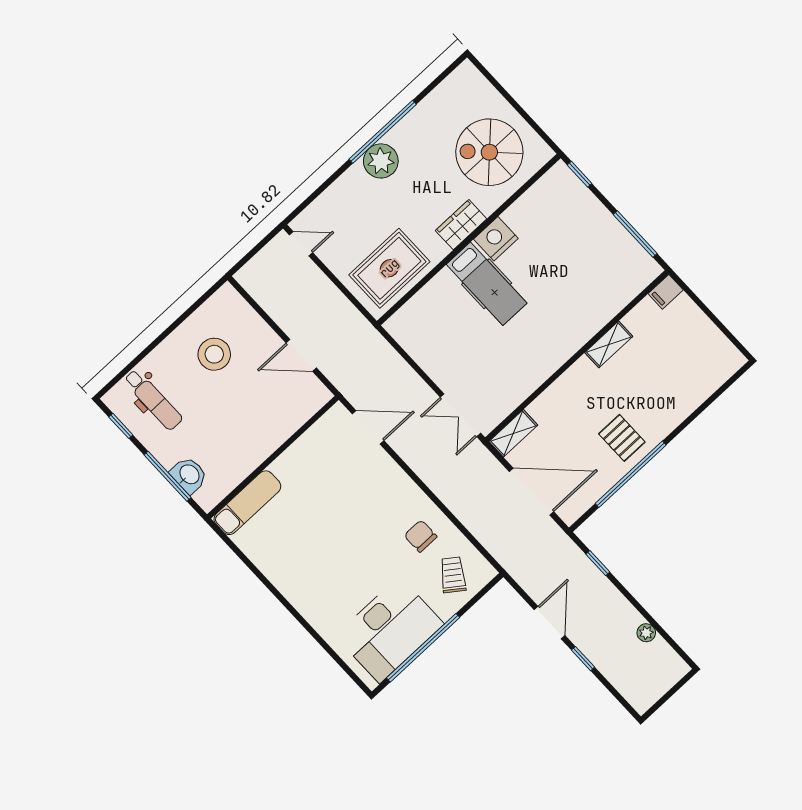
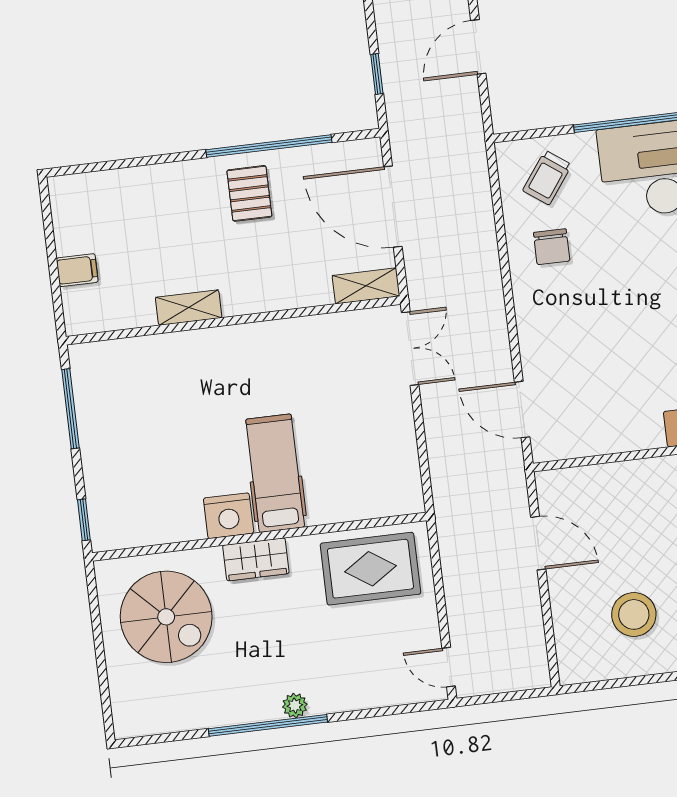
plant: (381, 161) -> (295, 706), width x0.53, depth x0.53
filing cabinet: (666, 292) -> (77, 270), moved

